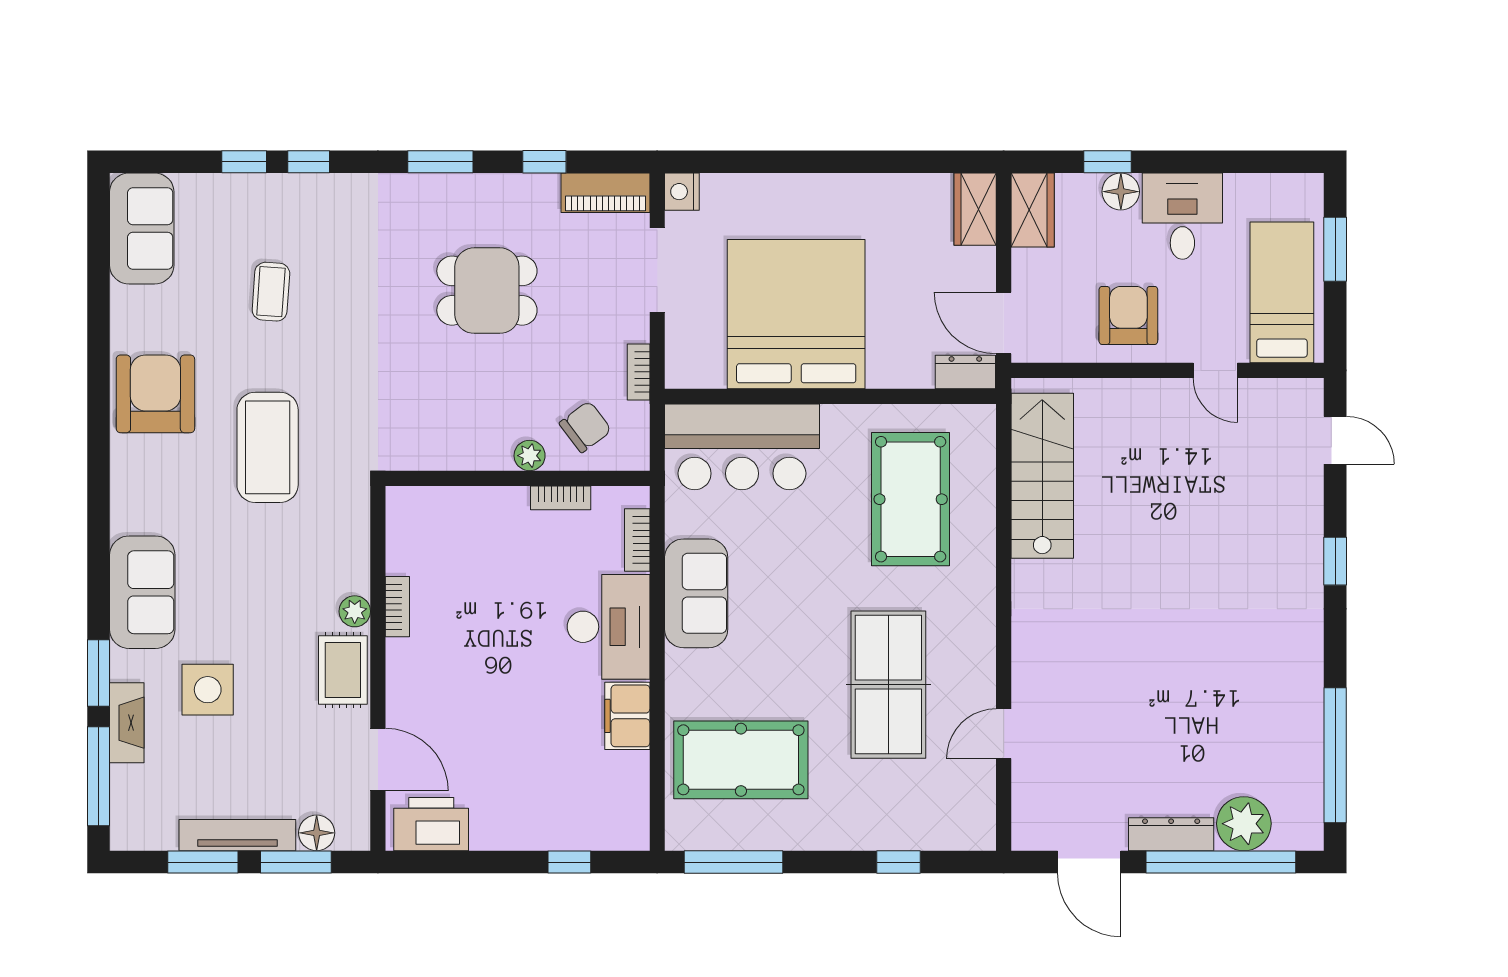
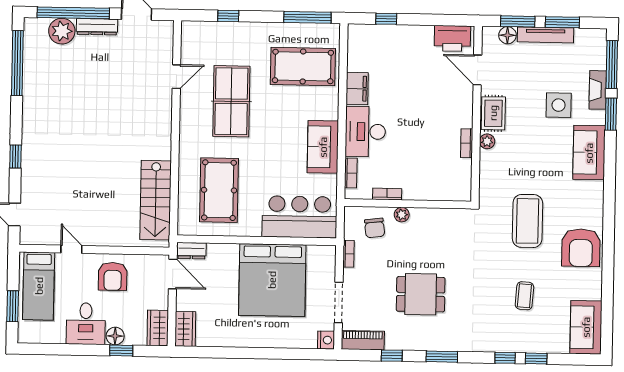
chair: (585, 427) -> (375, 228), turned -60

